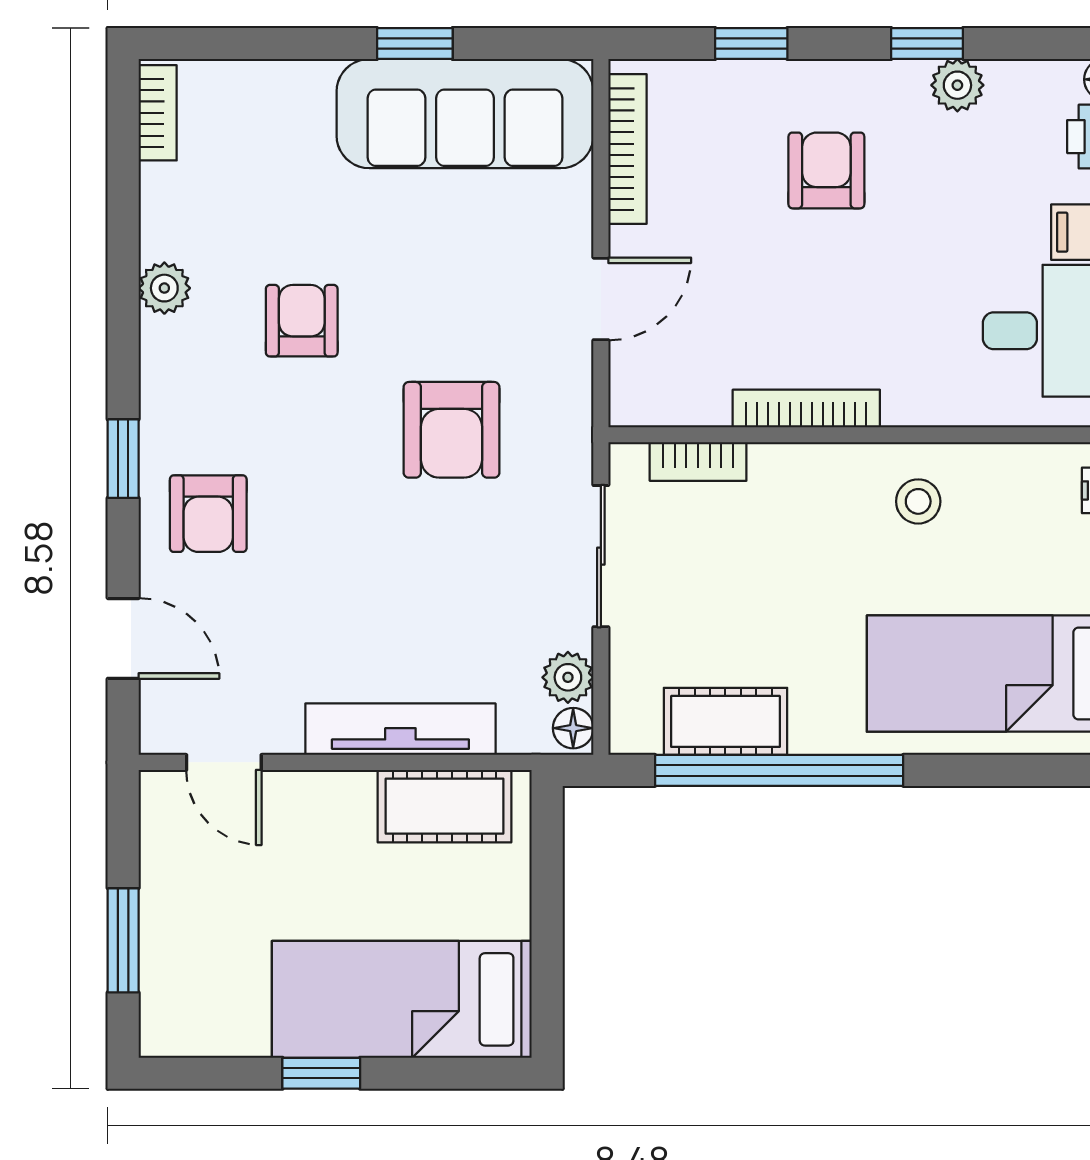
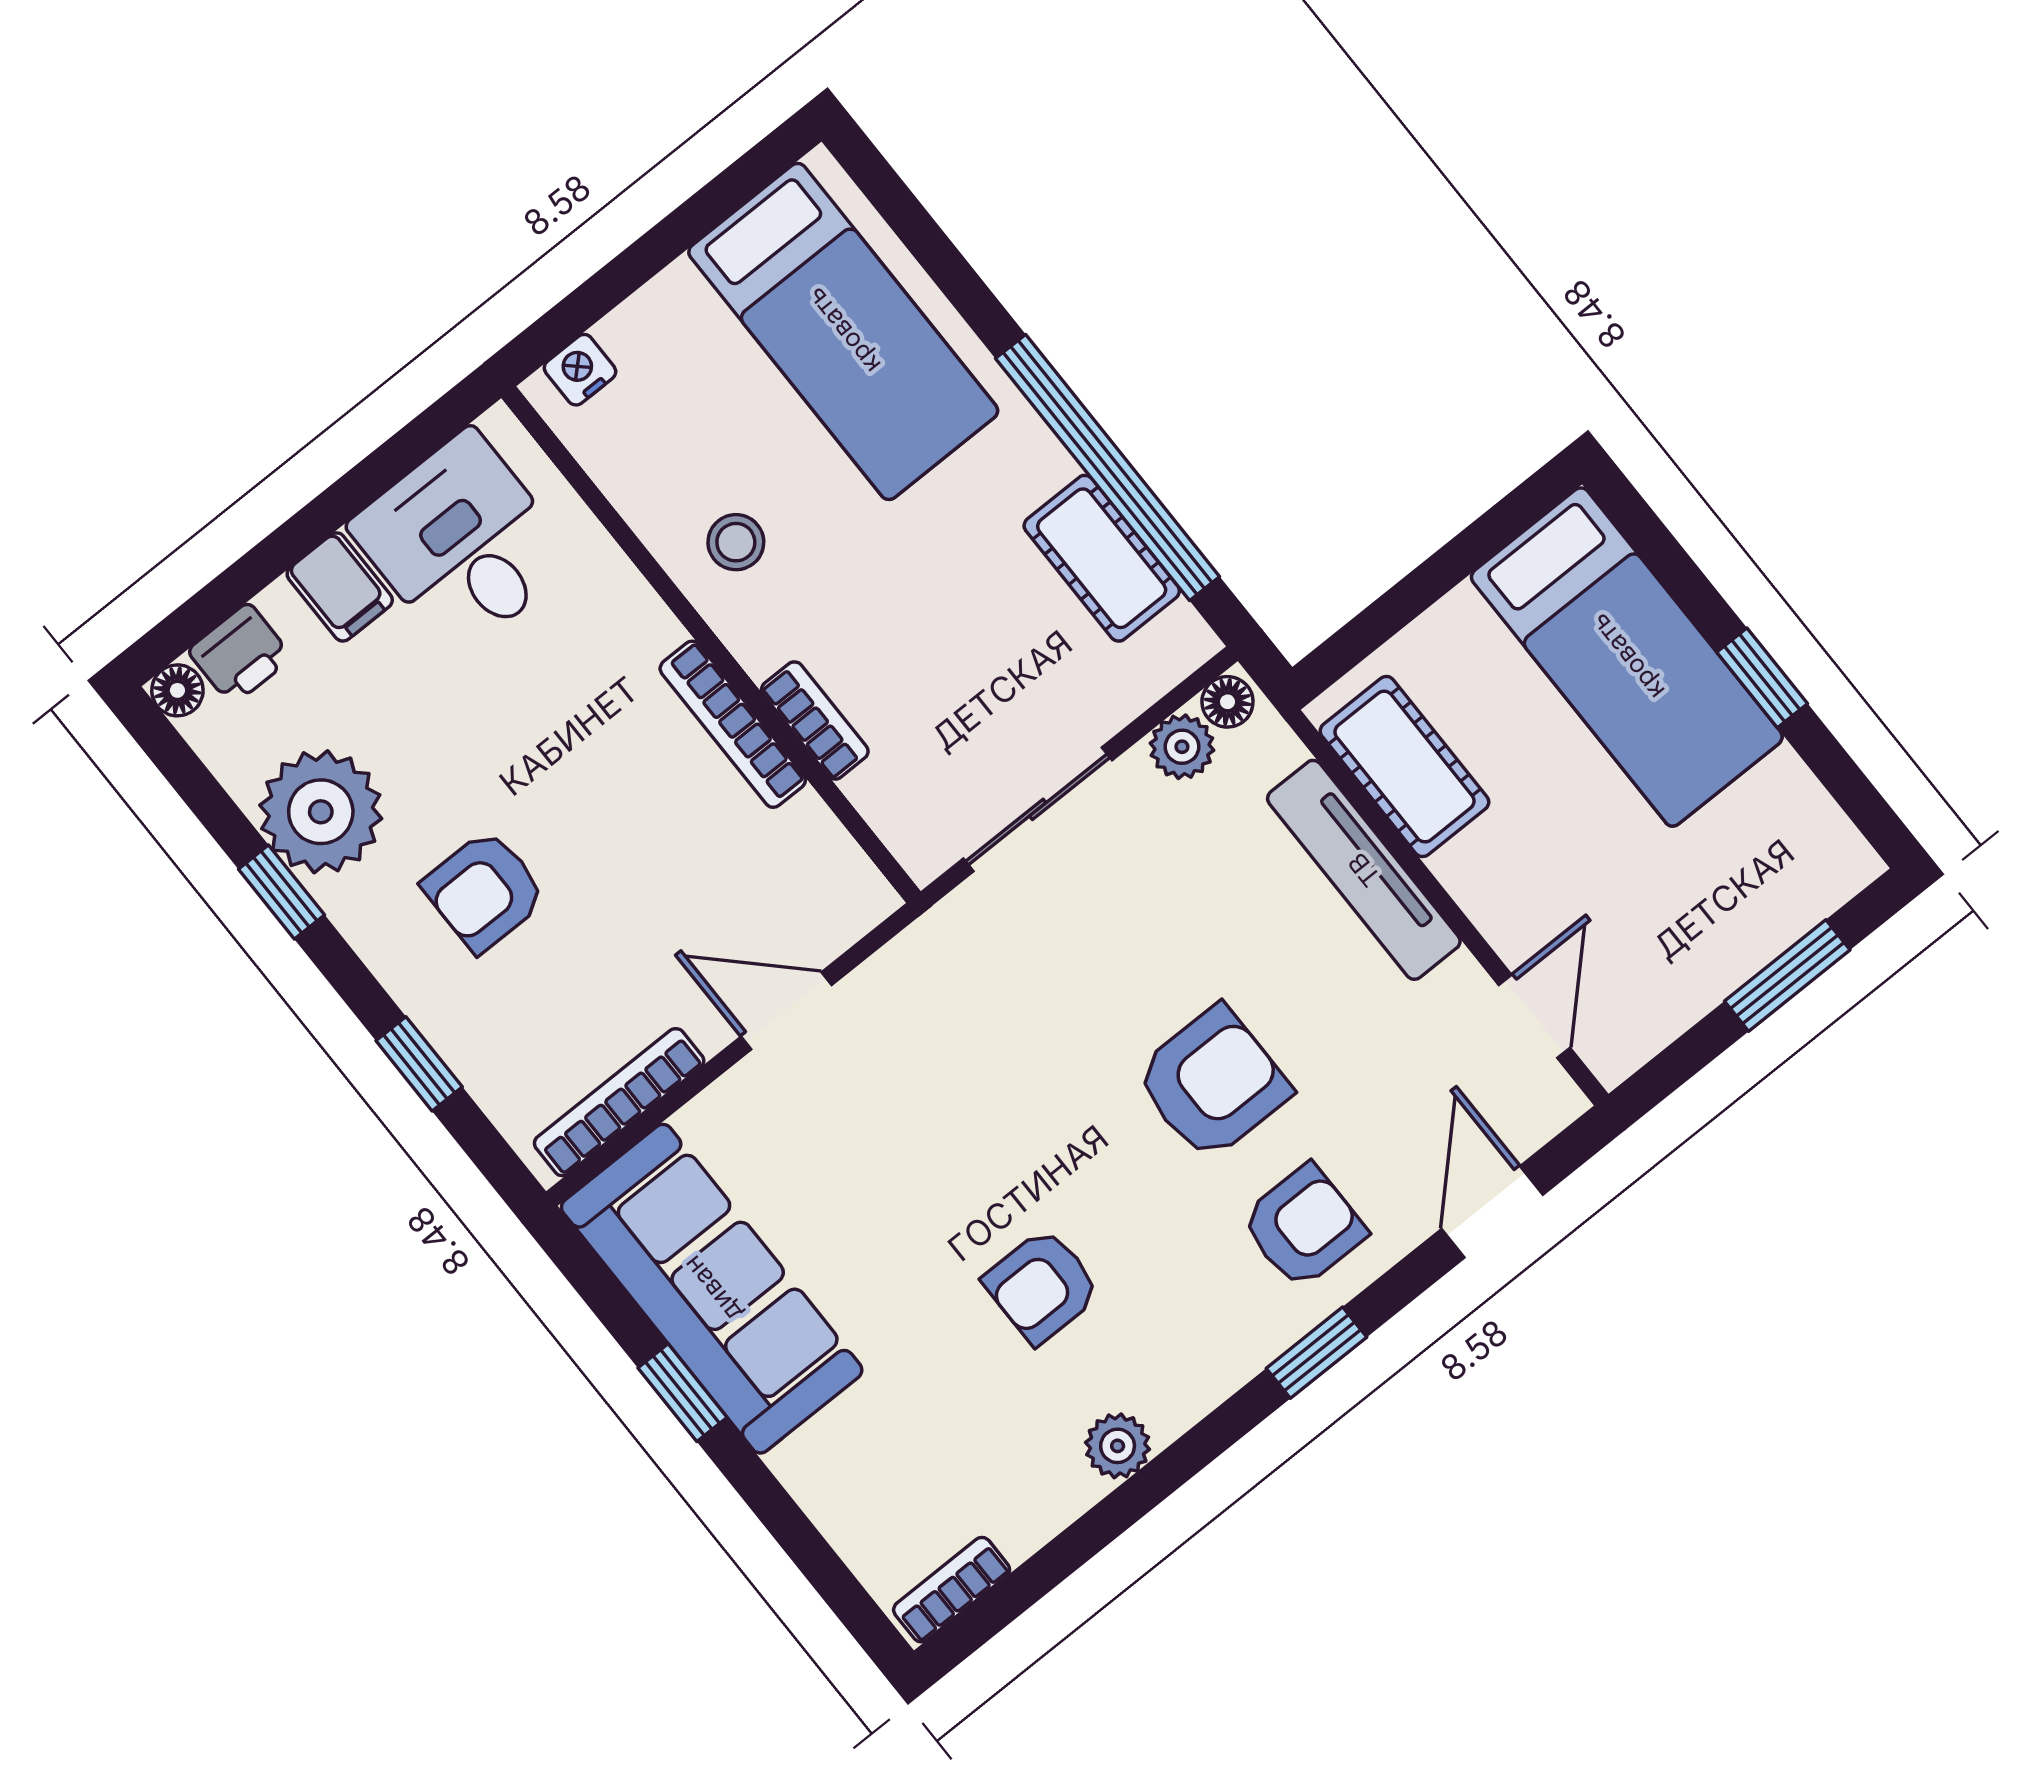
plant: (957, 85) -> (321, 812), width x1.88, depth x1.88
armchair: (452, 430) -> (1213, 1083), moved
bookcase: (698, 462) -> (815, 721), moved

